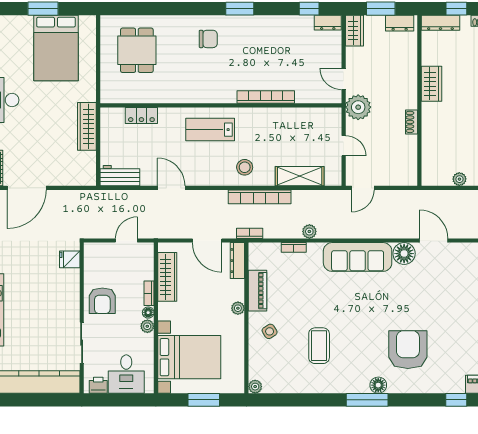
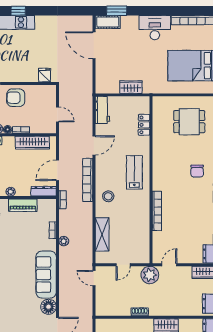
wardrobe: (87, 126) -> (131, 87), width x0.67
bookcase: (260, 197) -> (88, 180), moved

